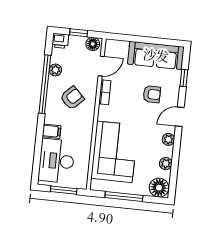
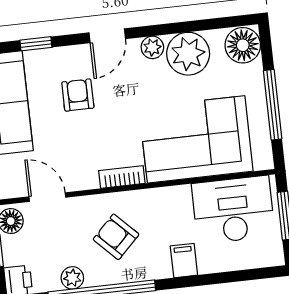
bookcase: (105, 92) -> (122, 177), moved
door: (180, 117) -> (107, 36), hinge flipped
desk: (57, 161) -> (233, 210), moved, turned 180
plant: (166, 164) -> (188, 54), width x1.87, depth x1.87

